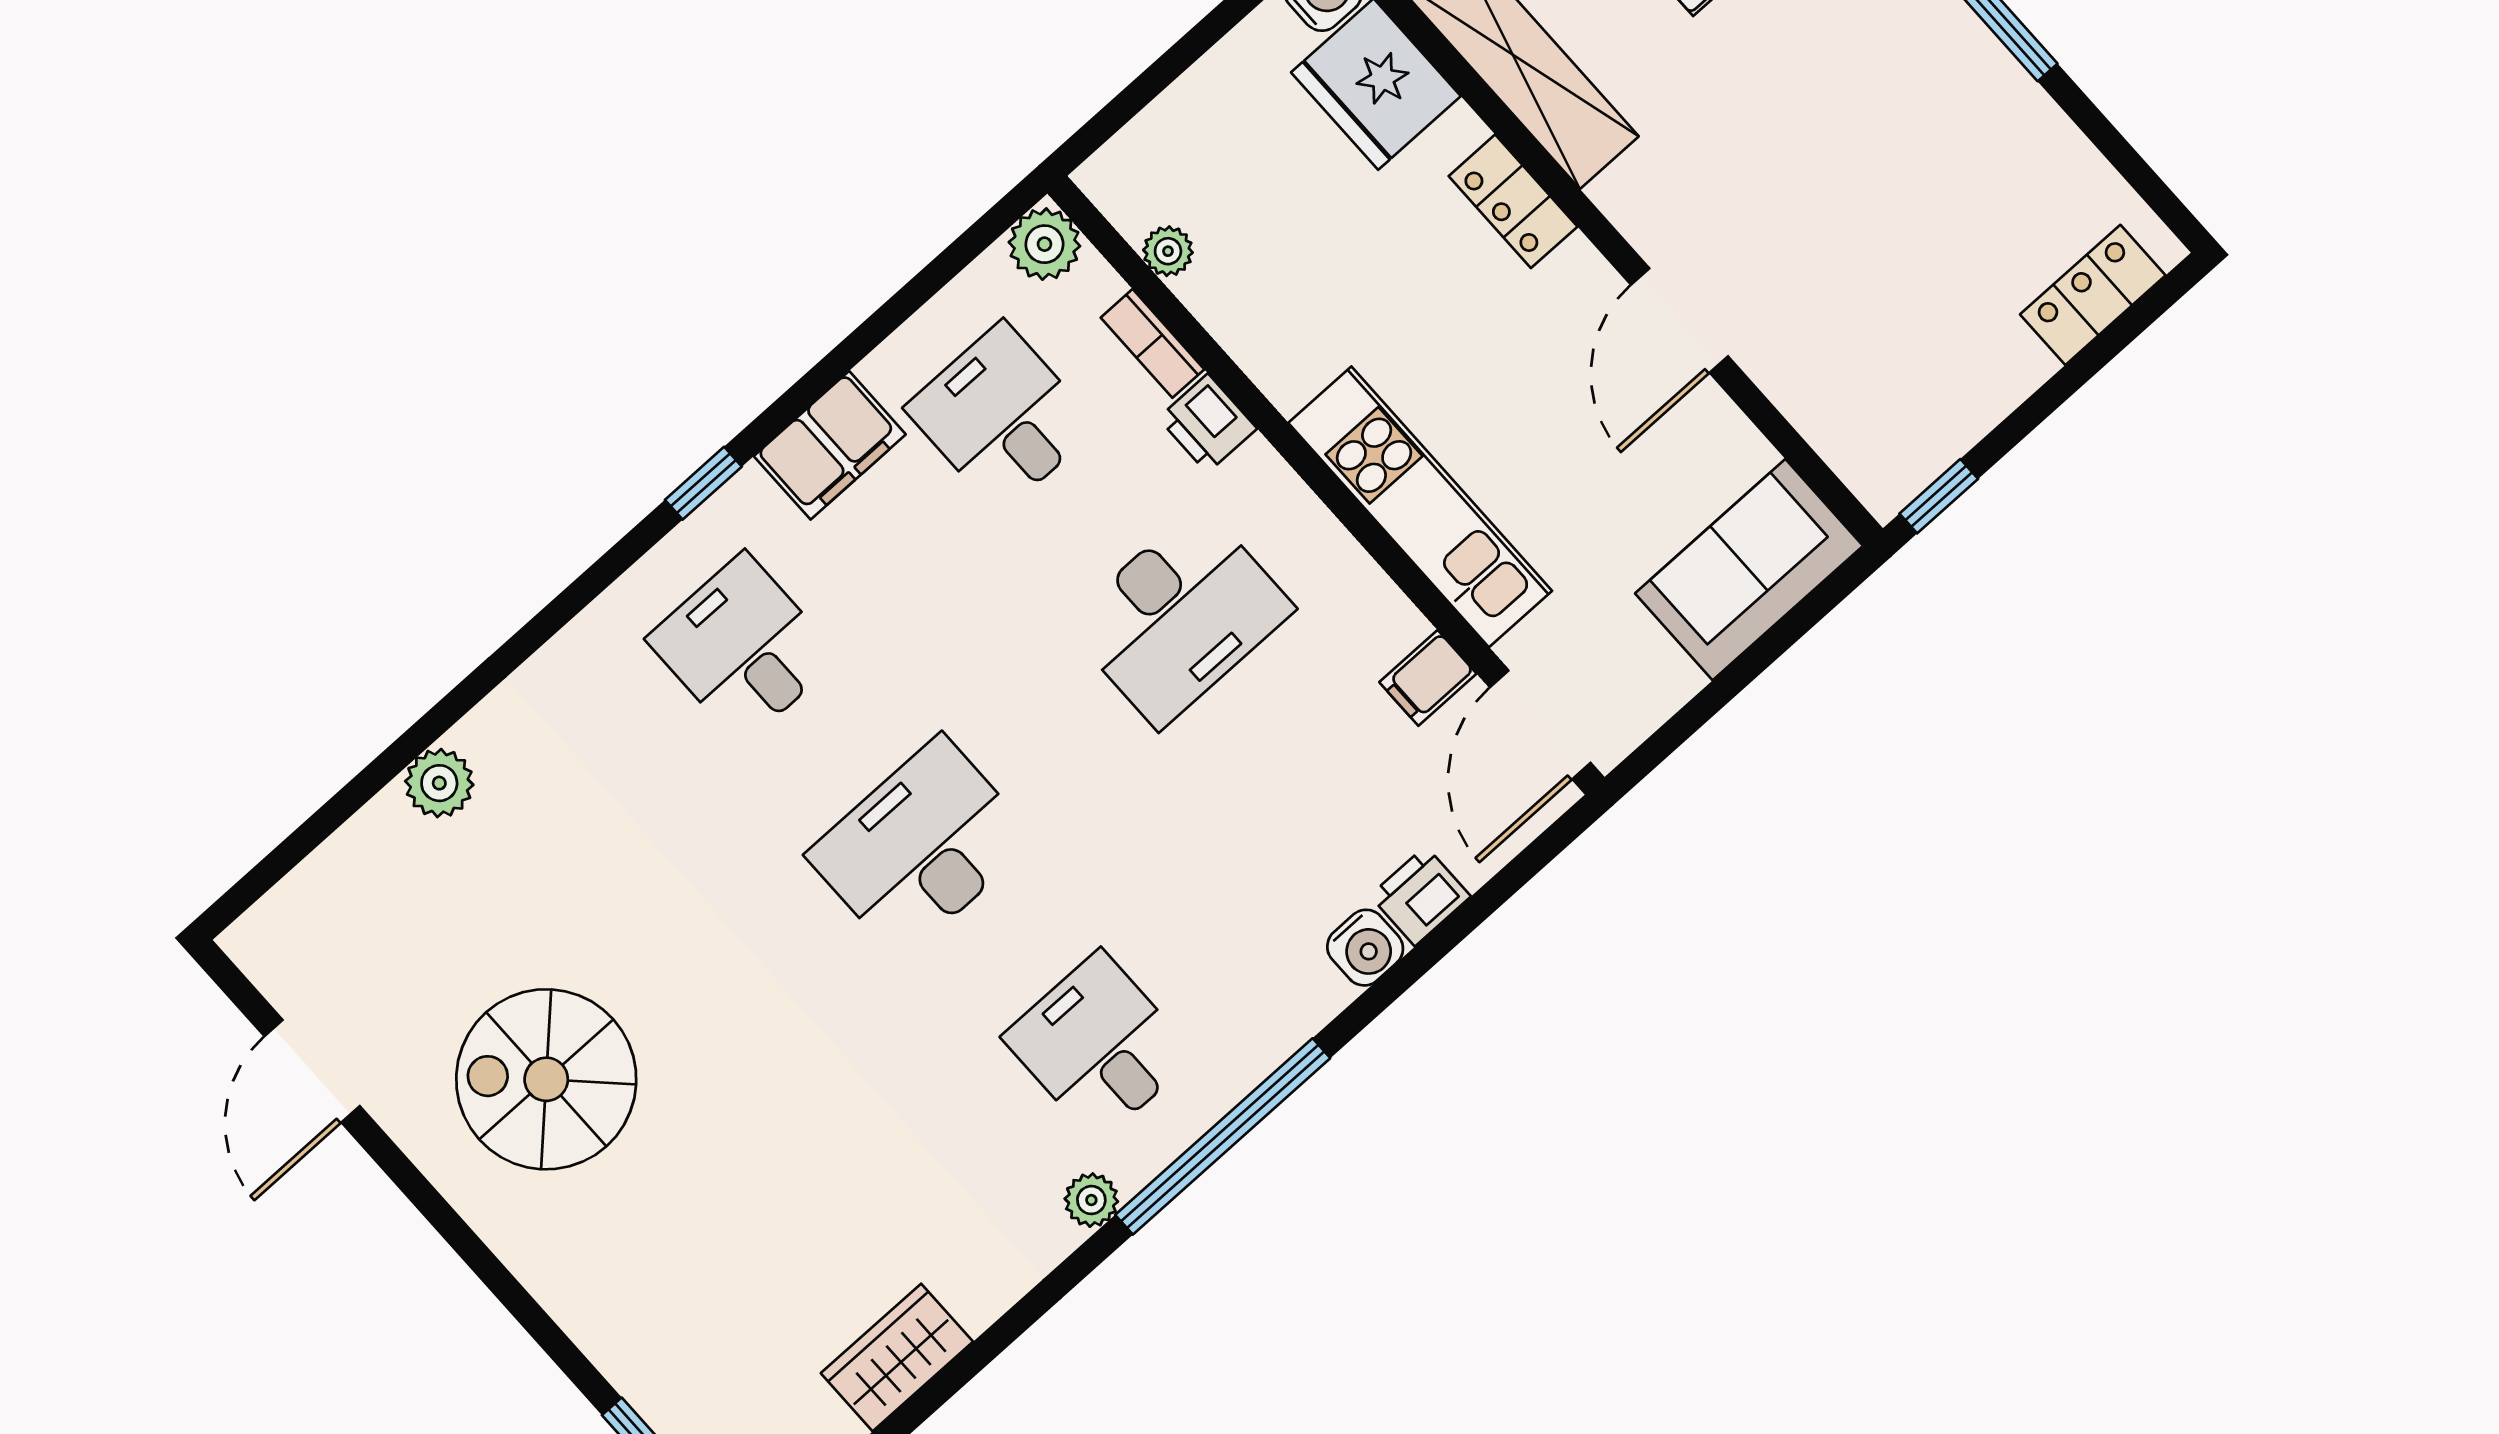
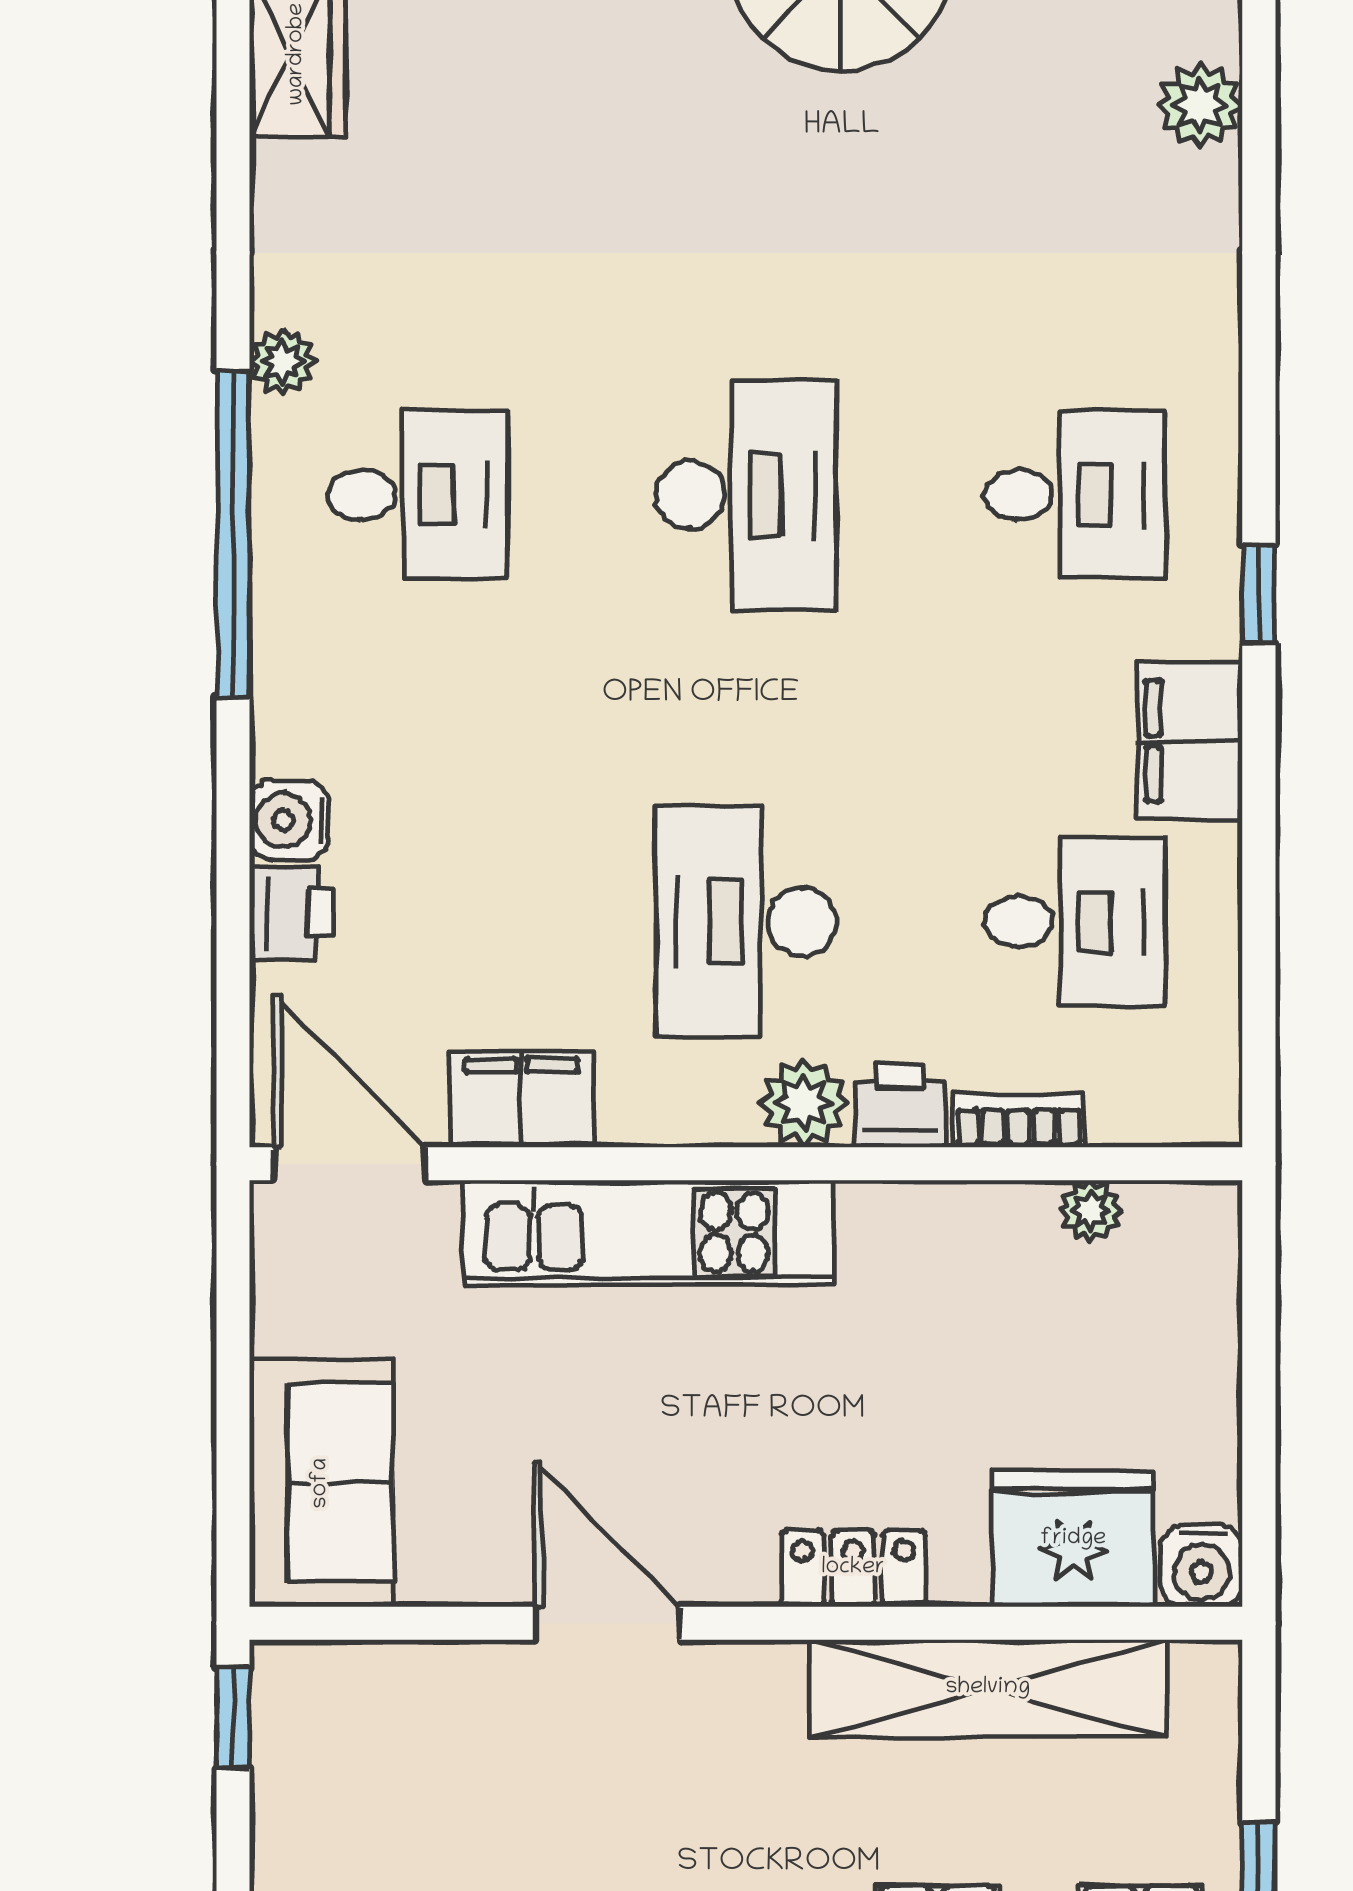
plant: (1044, 244) -> (804, 1103), moved
filing cabinet: (1428, 678) -> (522, 1099), width x2.00

